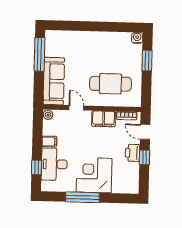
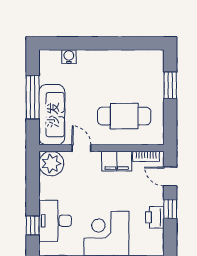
water cooler: (137, 38) -> (69, 57), moved
window: (40, 54) -> (33, 97), moved
plant: (48, 115) -> (51, 164), width x1.88, depth x1.88
filing cabinet: (49, 141) -> (48, 192), removed
printer: (133, 153) -> (155, 217), moved

